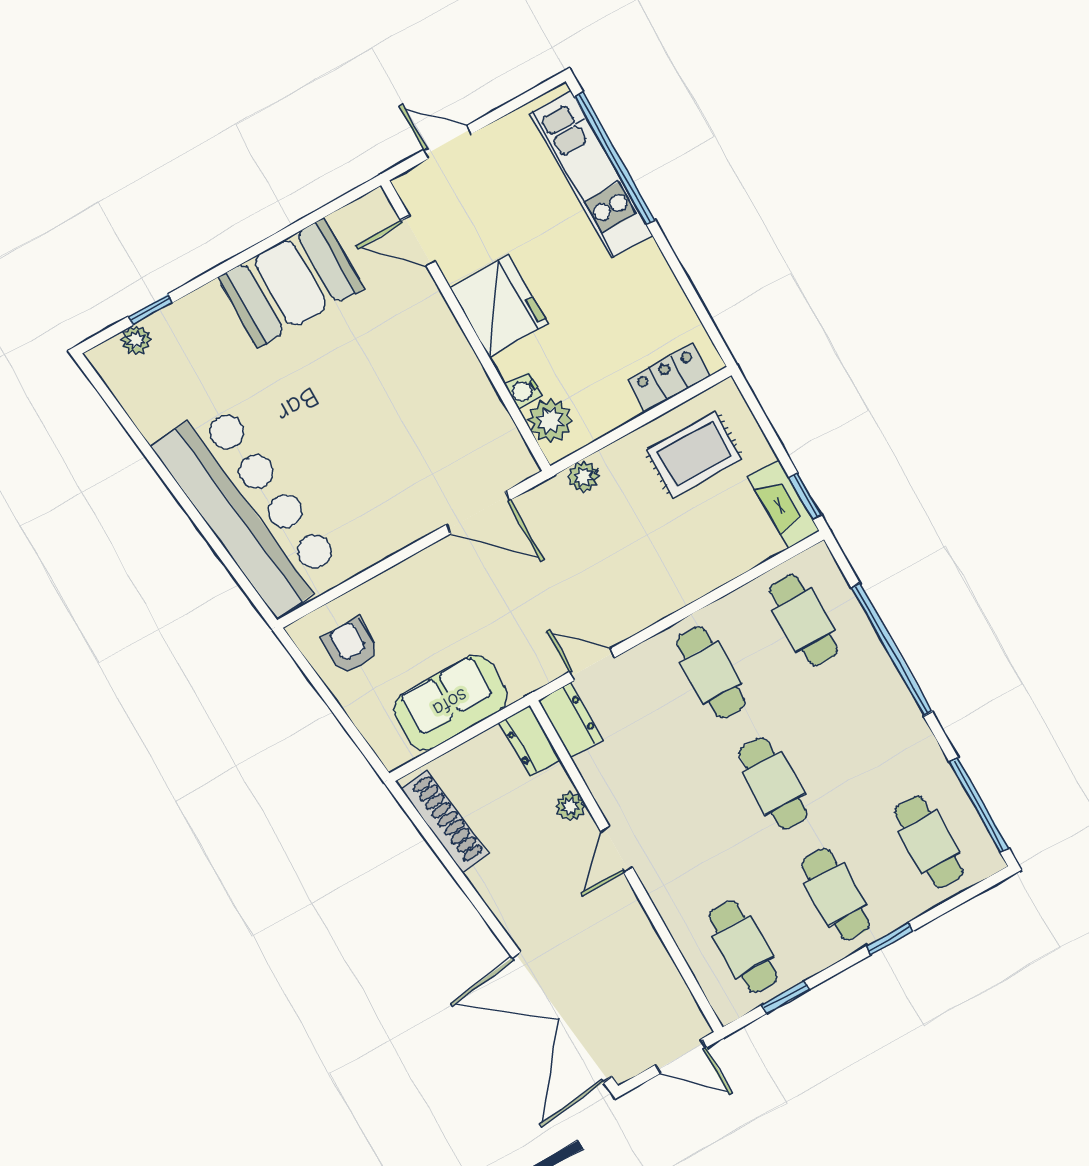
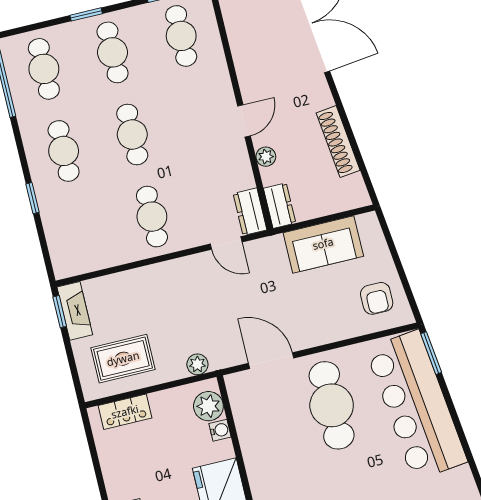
cafe table: (372, 473) -> (332, 405), added
window: (249, 590) -> (431, 353), added
cafe table: (804, 620) -> (64, 151), moved
window: (892, 650) -> (32, 198), width x0.32
shoe rack: (444, 821) -> (338, 142), moved

